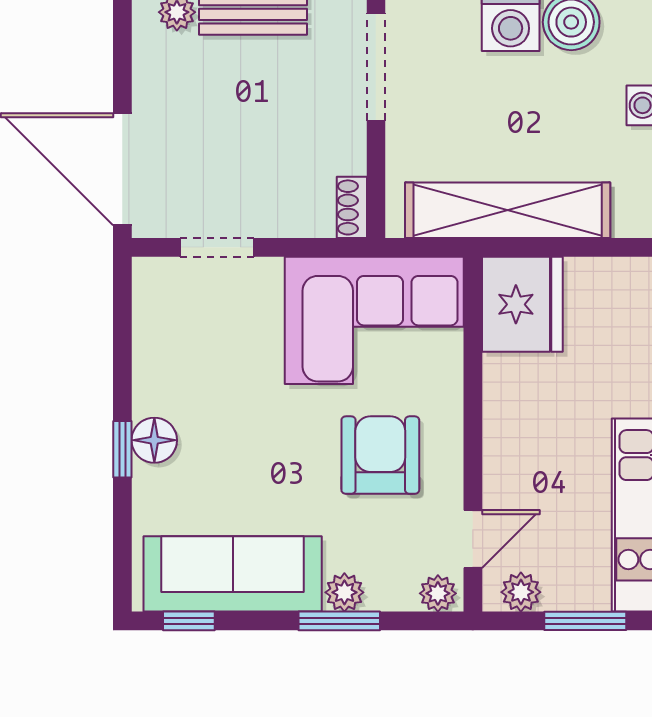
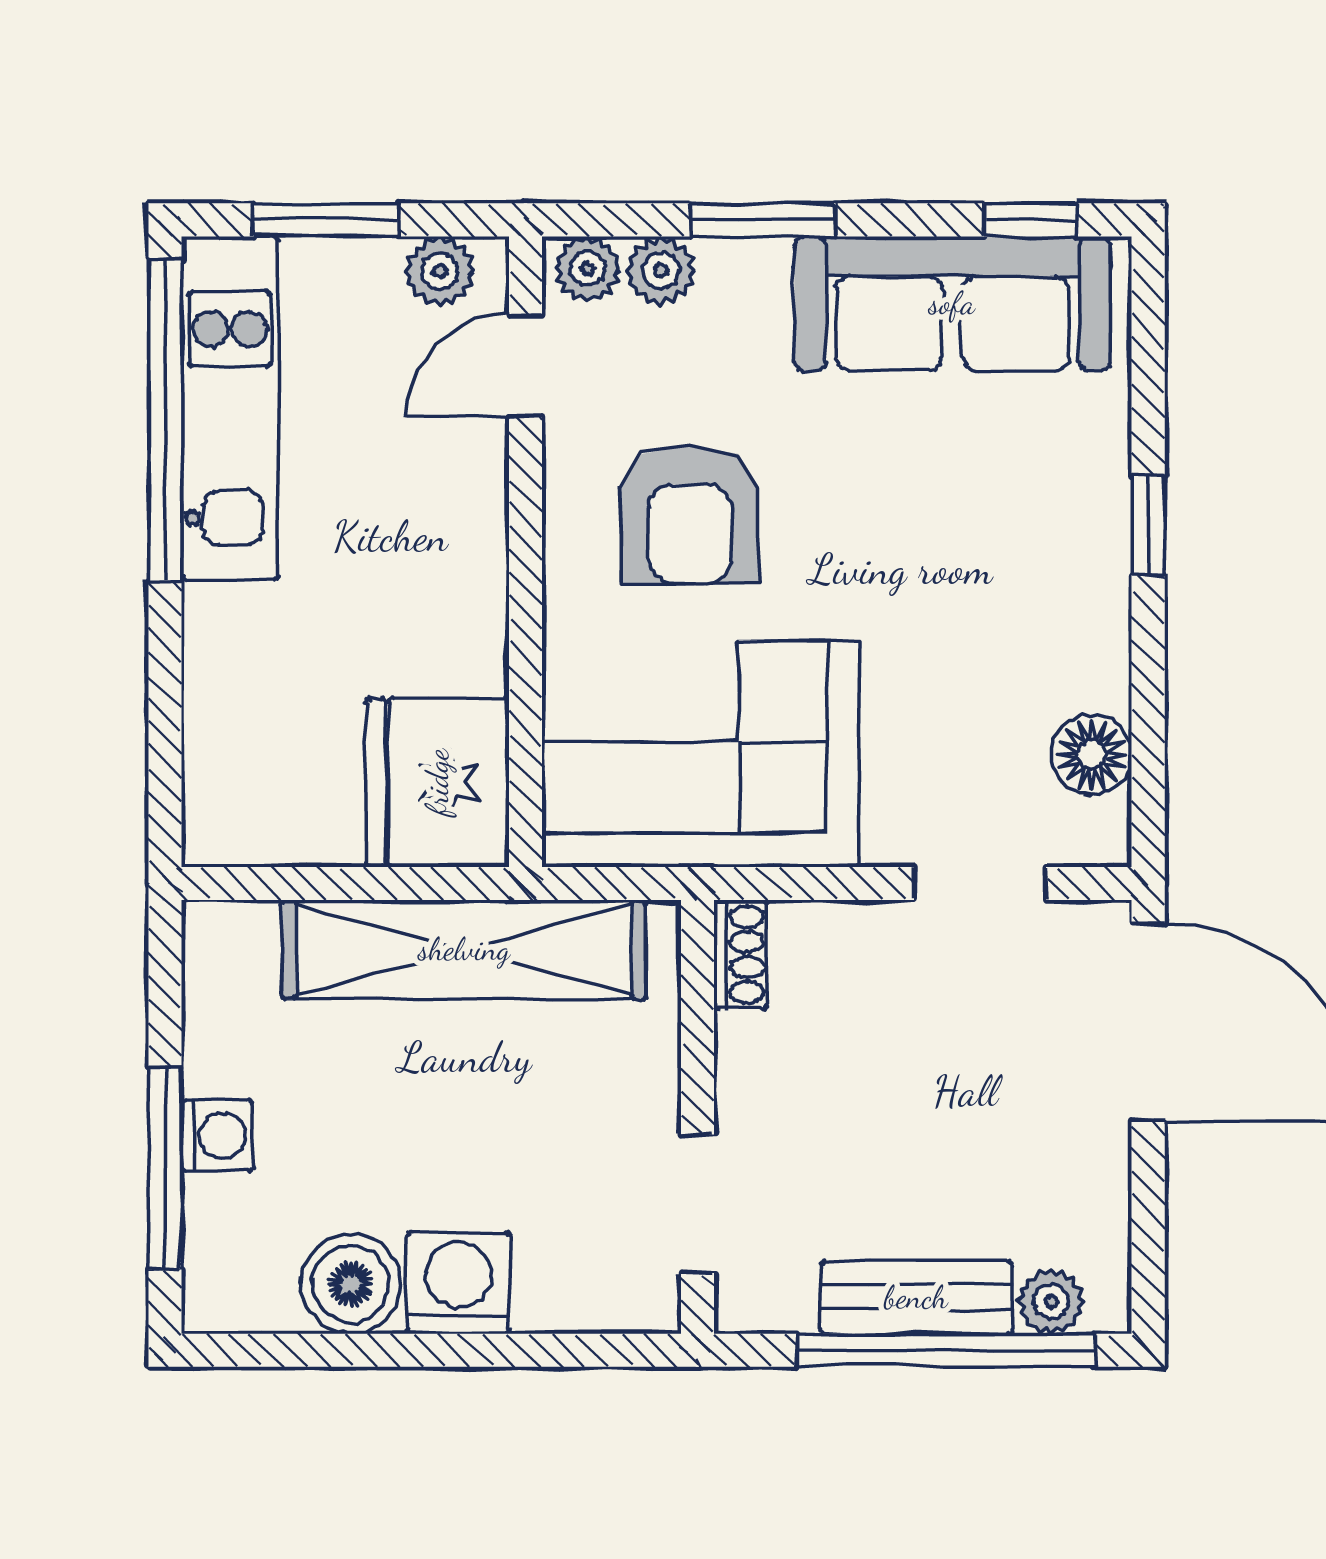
doorway: (376, 67) -> (698, 1204), width x0.73
floor lamp: (154, 440) -> (1091, 755), moved
plant: (344, 592) -> (661, 270), moved

